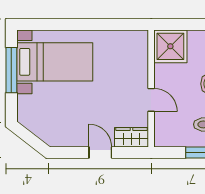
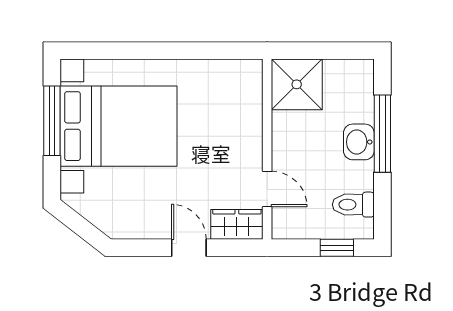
bed with nightstands: (55, 62) -> (119, 126), width x1.36
door: (151, 100) -> (267, 189), moved

